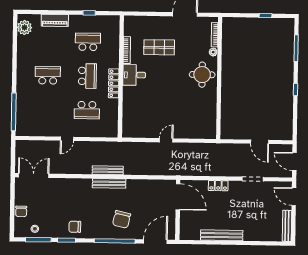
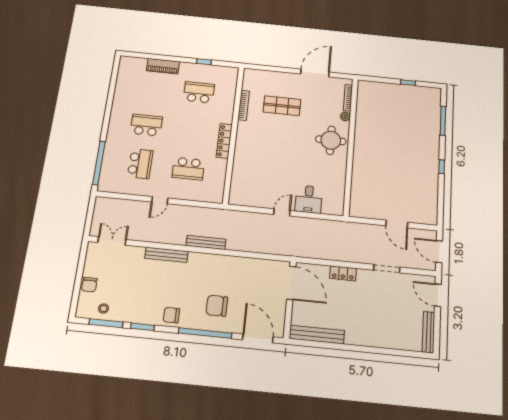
plant: (24, 28) -> (126, 71), removed
desk: (134, 75) -> (309, 199), moved, turned -90
school desk: (87, 76) -> (140, 164), moved
double door: (34, 175) -> (112, 241), width x0.73
bench: (109, 183) -> (166, 255), moved
chair: (122, 219) -> (217, 306), turned 77
chair: (75, 227) -> (171, 315), moved
bench: (222, 235) -> (317, 335), moved
door: (155, 242) -> (258, 338), hinge flipped

